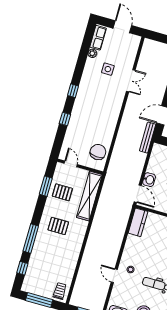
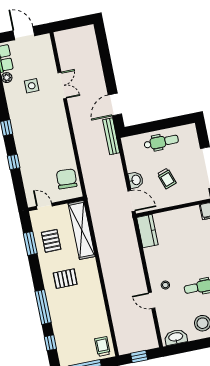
pallet: (62, 192) -> (51, 241), turned 90

